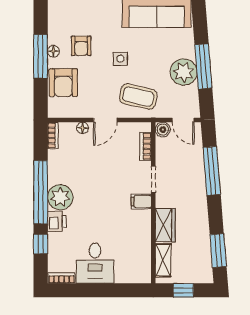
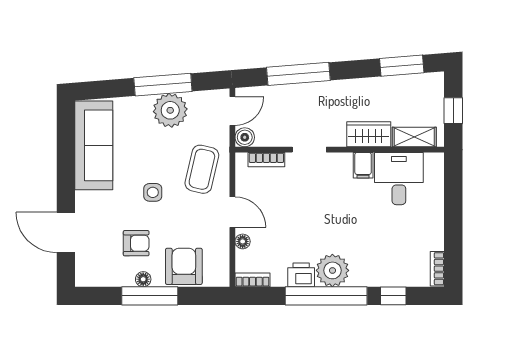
armchair: (63, 83) -> (184, 266), turned -90
filing cabinet: (141, 202) -> (363, 165), moved
printer: (57, 221) -> (301, 275), moved
desk: (95, 263) -> (399, 179), moved, turned -90

